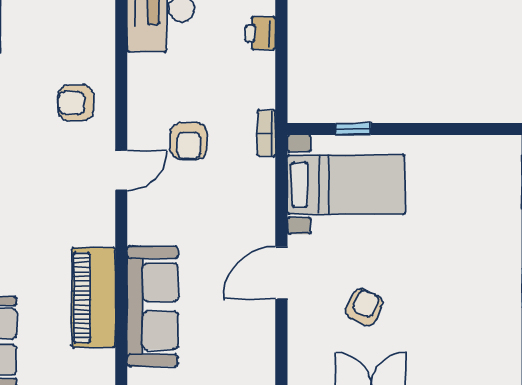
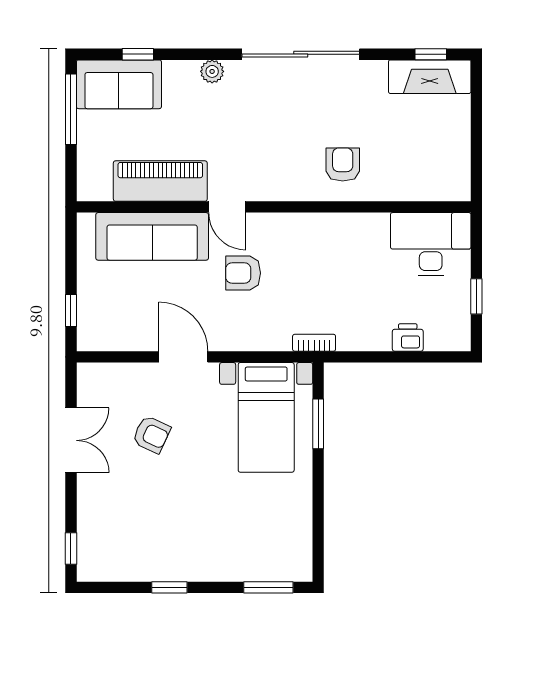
window: (353, 129) -> (318, 424), width x1.50
armchair: (189, 141) -> (243, 273), moved
door: (121, 170) -> (227, 207), moved

